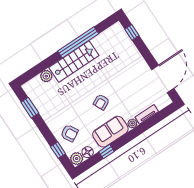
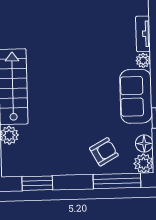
armchair: (101, 102) -> (89, 84), removed
window: (58, 150) -> (117, 181), width x2.17

